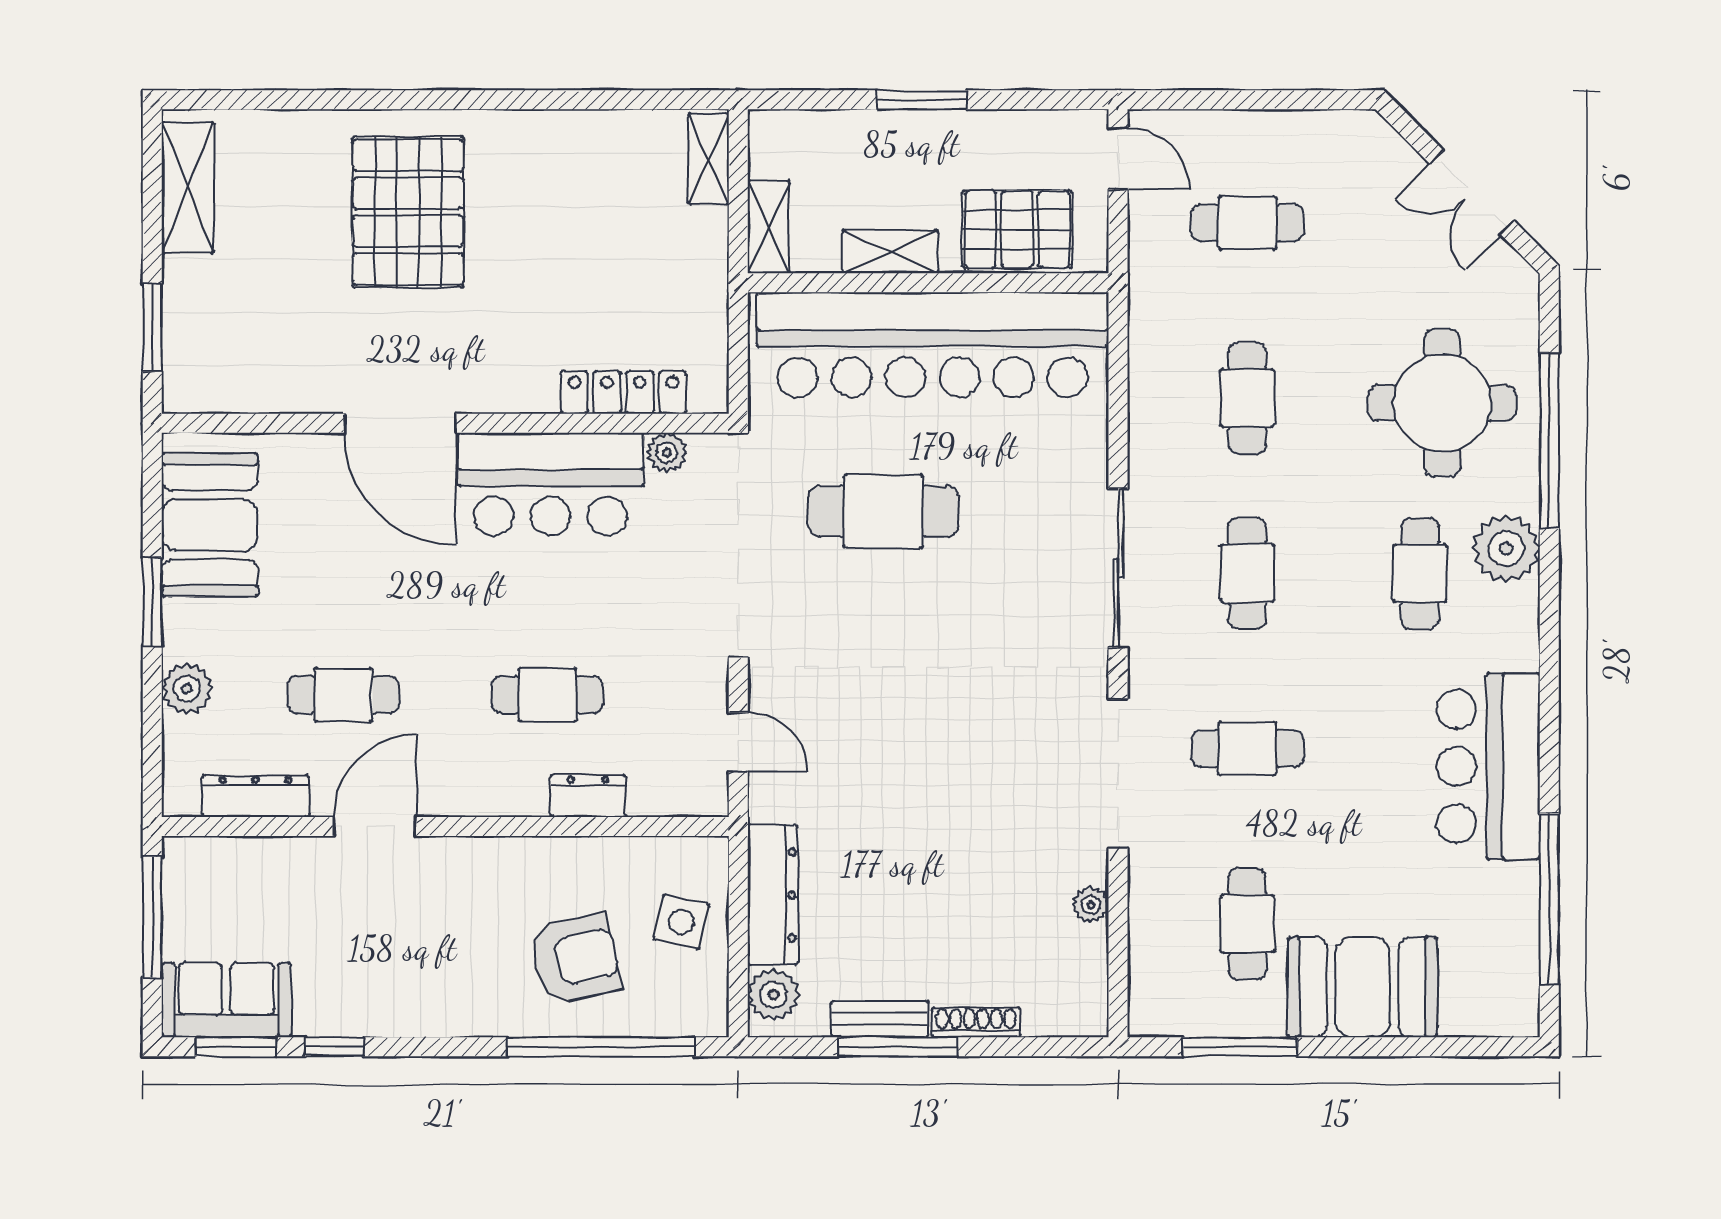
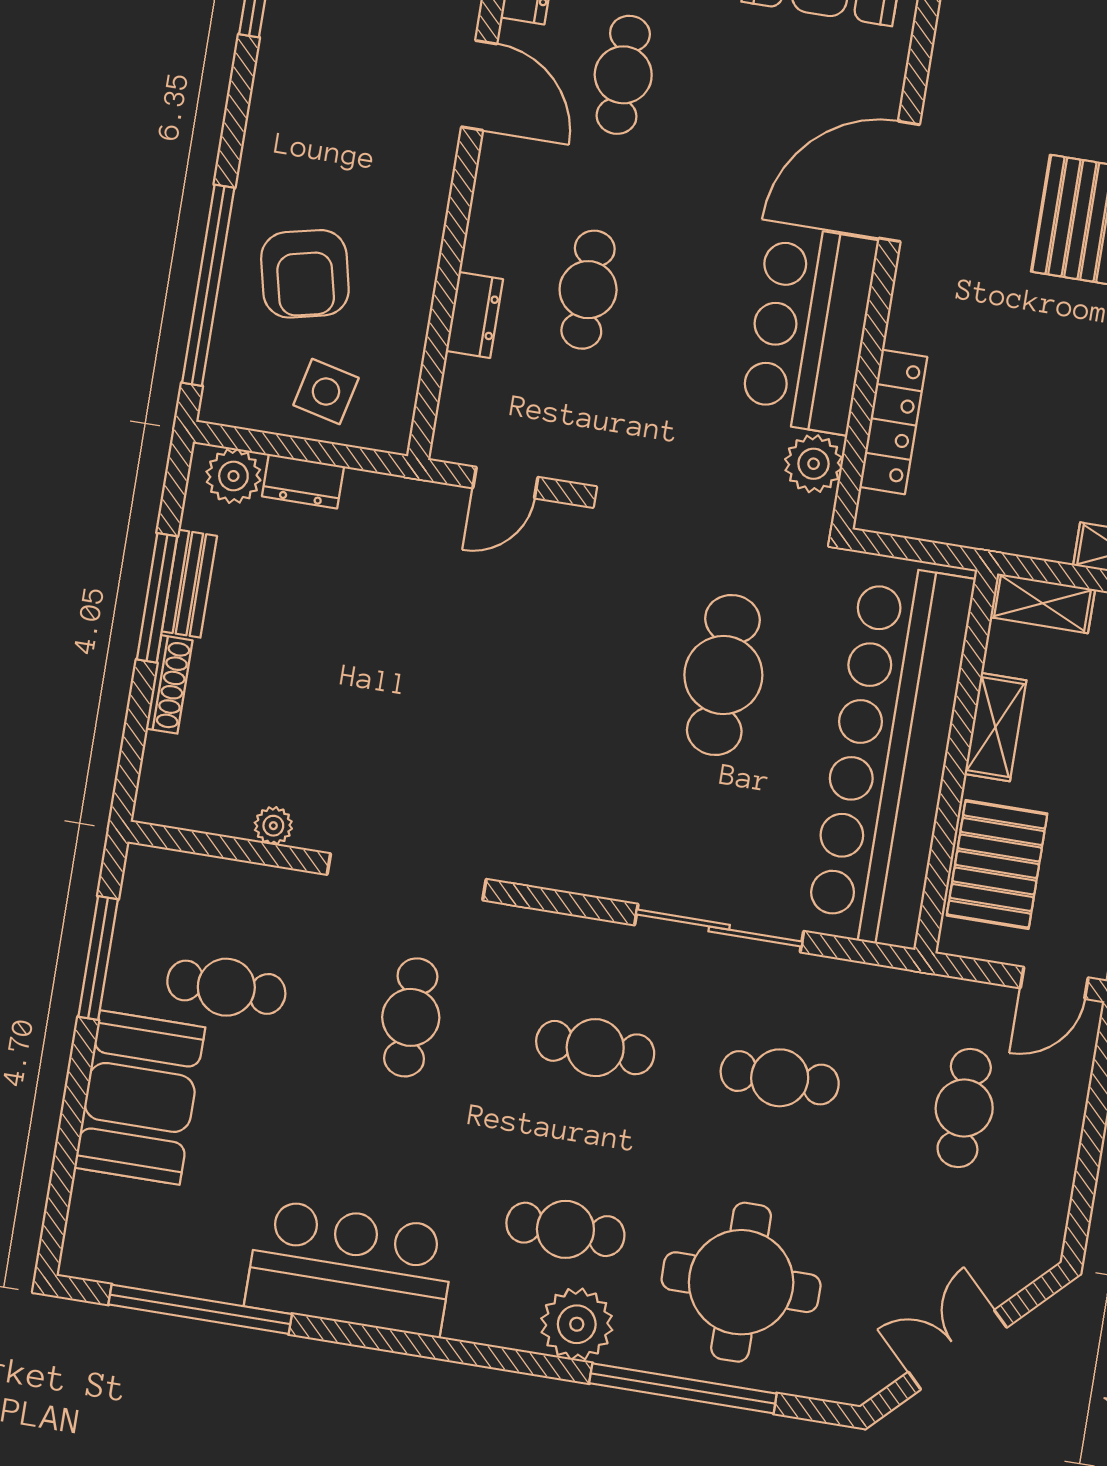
plant: (667, 452) -> (814, 464), width x1.38, depth x1.38
sliding door: (1118, 568) -> (719, 928), moved
dresser: (773, 895) -> (303, 481), width x0.51, depth x0.80

